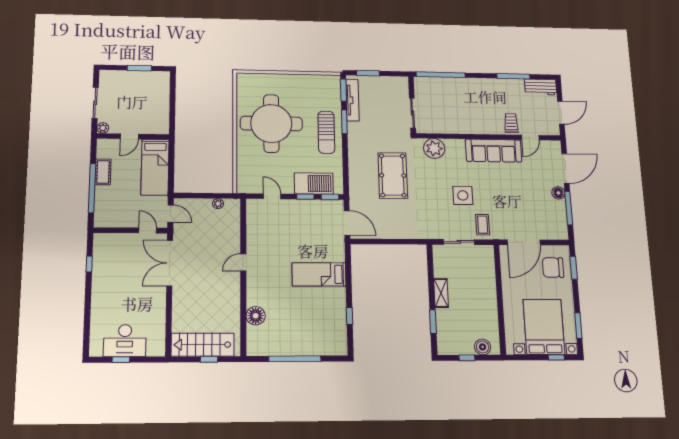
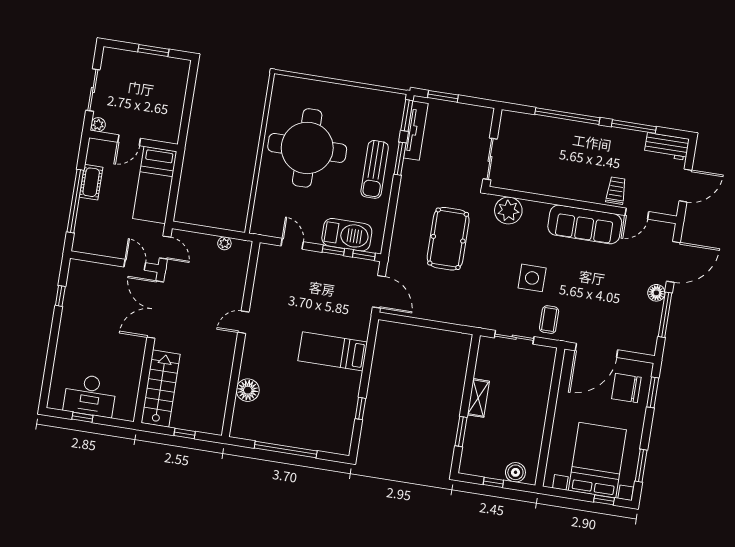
window: (441, 75) -> (567, 116), moved
stairs: (203, 345) -> (160, 389), moved, turned 90

